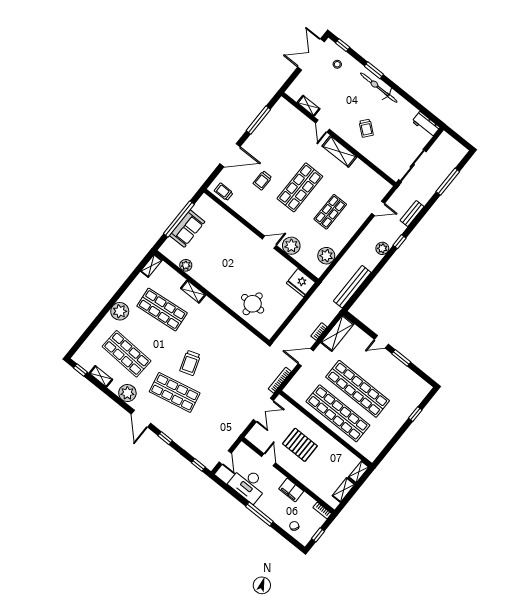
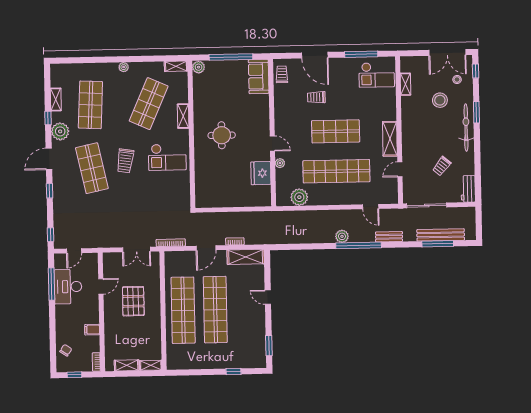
double door: (311, 55) -> (447, 52), swing flipped
stool: (342, 90) -> (440, 100), added
checkout: (283, 121) -> (377, 75), added
door: (322, 126) -> (400, 169), moved
trolley: (366, 128) -> (442, 166), moved
shop shelf: (330, 212) -> (336, 171), width x2.00, depth x1.36
sofa: (187, 229) -> (259, 76), moved, turned 90
window: (399, 242) -> (359, 245), width x3.17
plant: (291, 246) -> (280, 163), width x0.53, depth x0.53
plant: (186, 265) -> (199, 67), moved
fridge: (301, 283) -> (261, 173), moved
bench: (352, 287) -> (441, 235), moved
round table: (253, 304) -> (222, 135), moved
shop shelf: (162, 310) -> (149, 104), turned 30
plant: (120, 311) -> (124, 67), width x0.53, depth x0.53
checkout: (214, 329) -> (167, 157), added
door: (306, 357) -> (206, 248), swing flipped
window: (401, 358) -> (269, 346), moved
trolley: (190, 363) -> (125, 161), turned -62
window: (80, 370) -> (48, 118), moved
filing cabinet: (291, 490) -> (92, 330), width x0.50
window: (259, 514) -> (52, 284), moved

